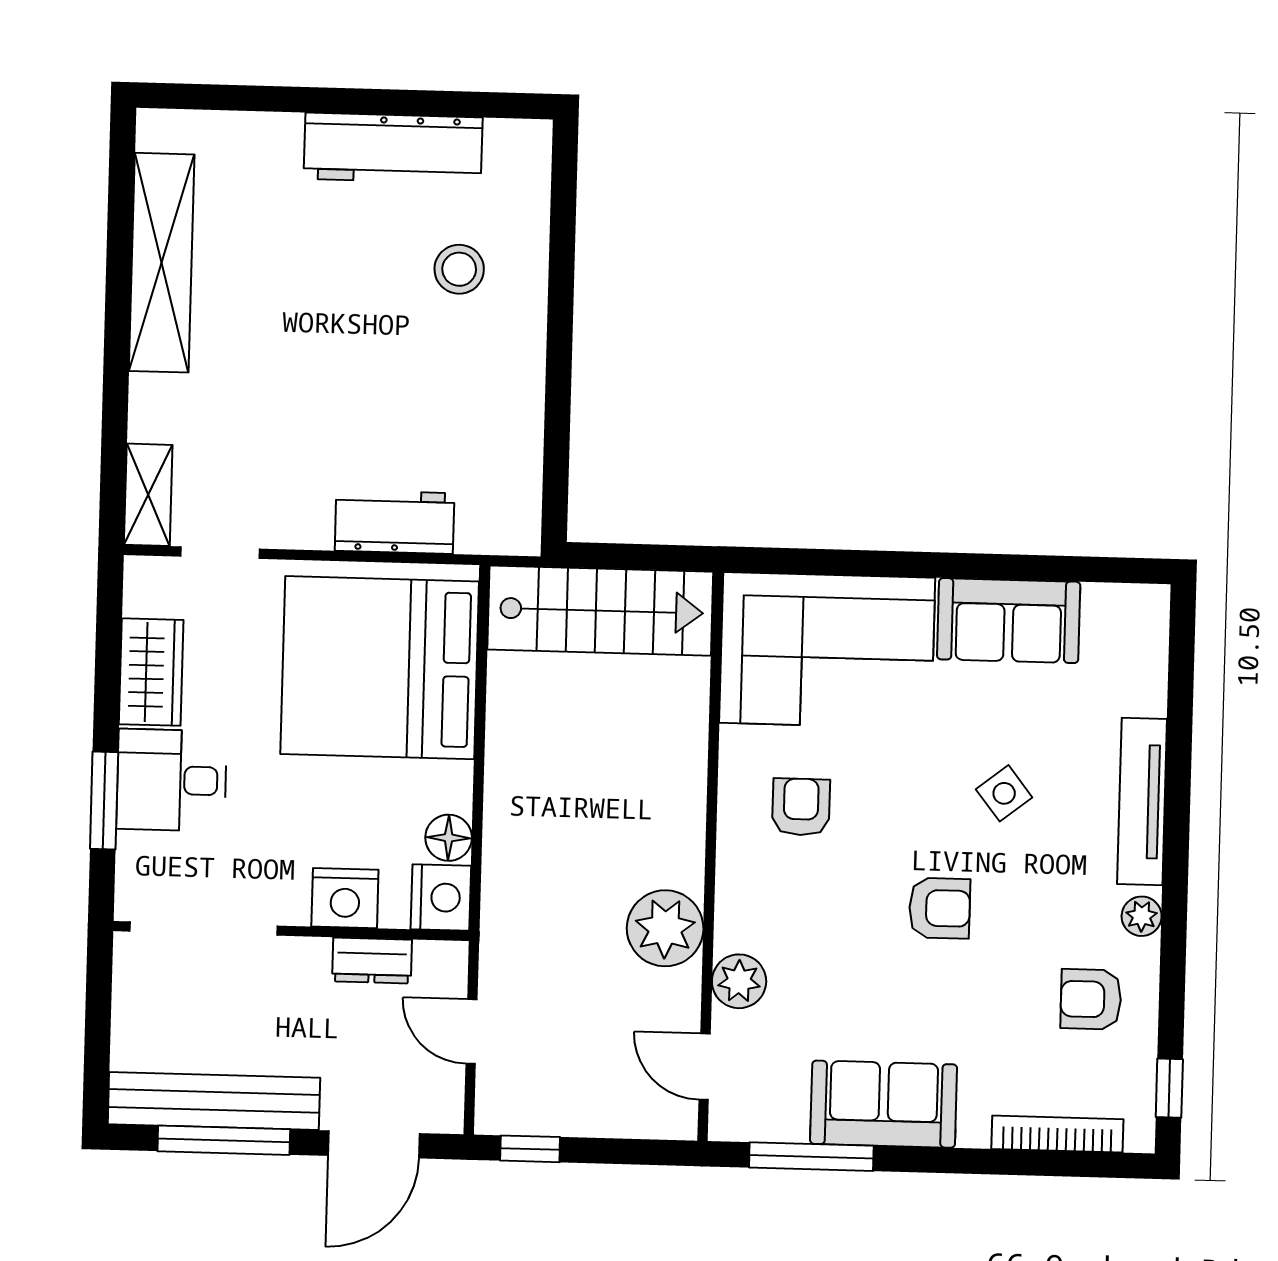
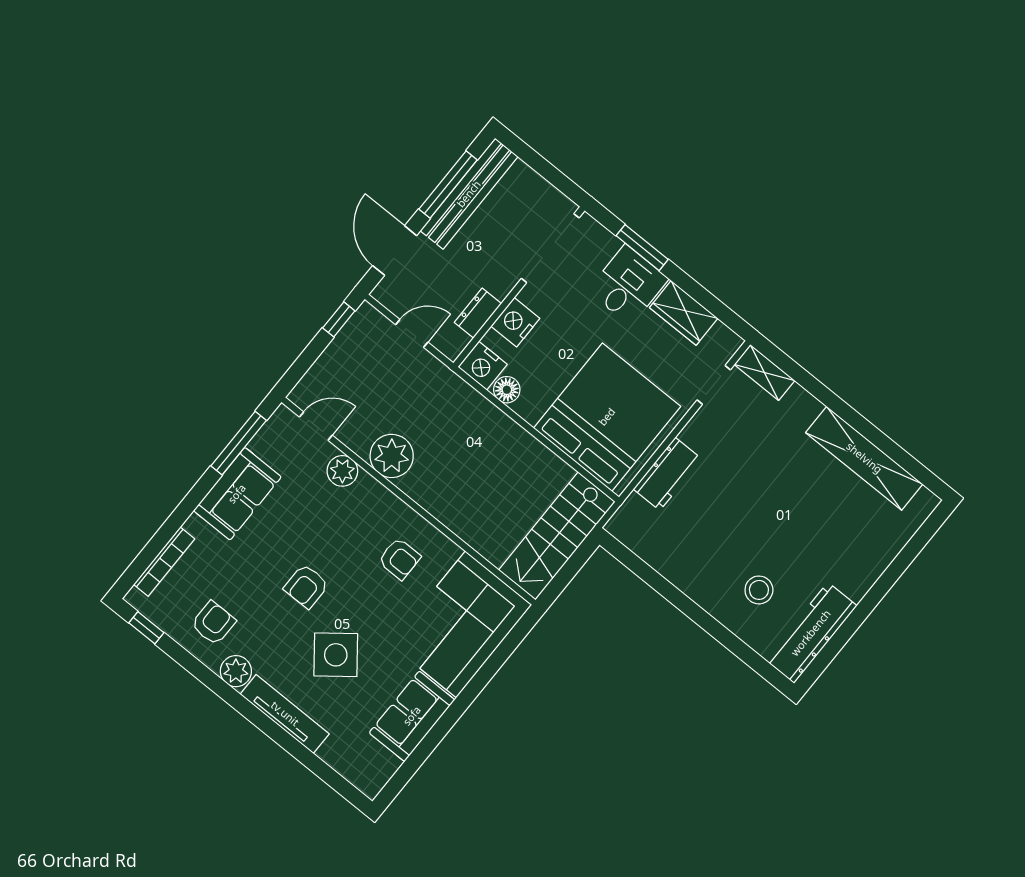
workbench: (393, 148) -> (811, 633), moved
side table: (1004, 793) -> (336, 655), width x1.87, depth x1.87
plant: (1142, 916) -> (236, 671), width x1.38, depth x1.38

